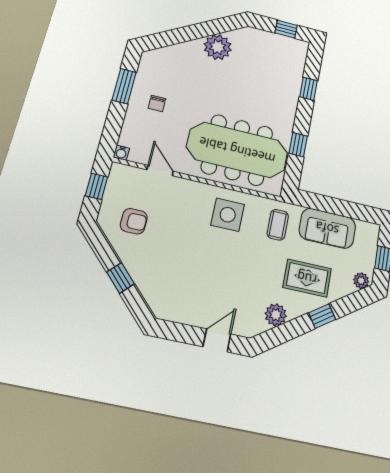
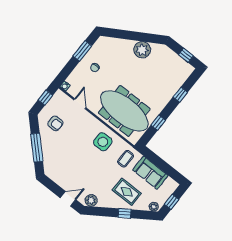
window: (121, 278) -> (37, 148), width x2.17
plant: (276, 315) -> (91, 200), moved

